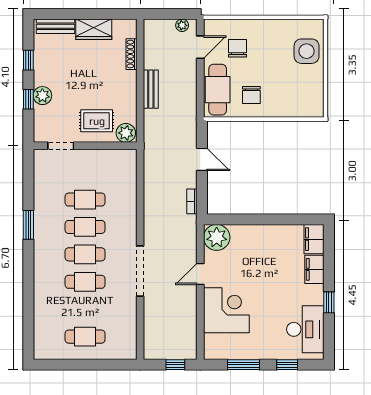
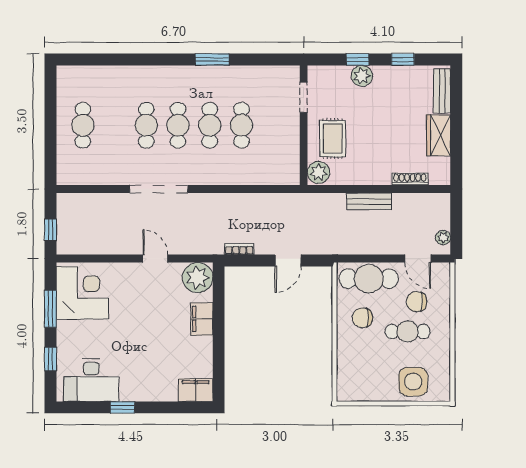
chair: (238, 48) -> (417, 302), turned 180
cafe table: (263, 56) -> (408, 332), added
filing cabinet: (314, 269) -> (202, 319), moved, turned -90
corner desk: (226, 310) -> (83, 293), moved, turned -90

